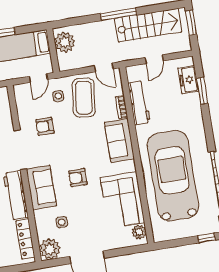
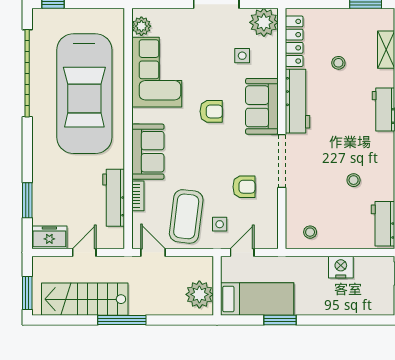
freezer: (188, 80) -> (49, 237), moved, turned -90

